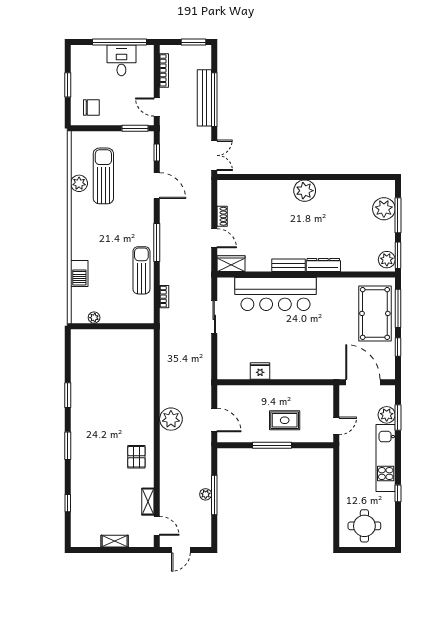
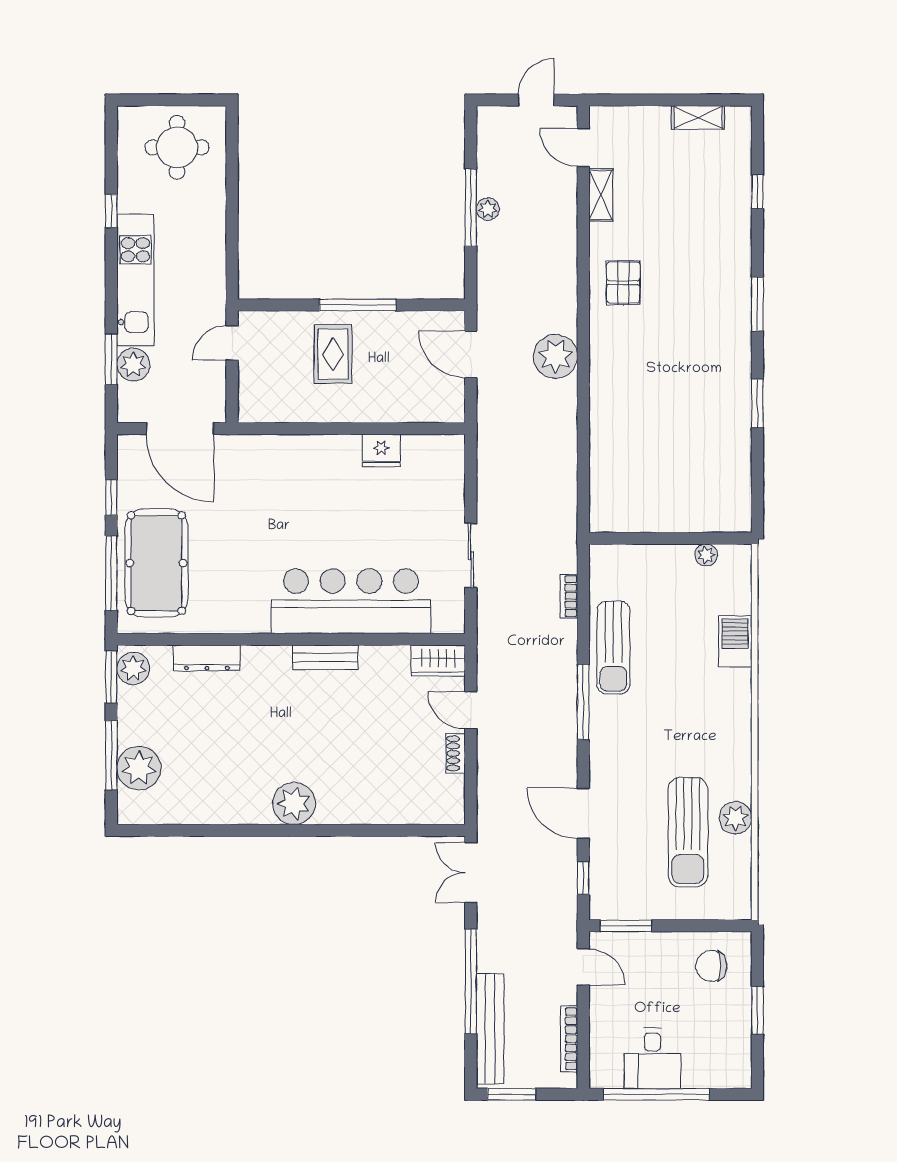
bench: (204, 98) -> (490, 1029), moved
dresser: (323, 265) -> (207, 658), moved
rug: (285, 420) -> (333, 354), turned 90
shelving: (115, 541) -> (698, 117), moved

